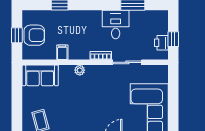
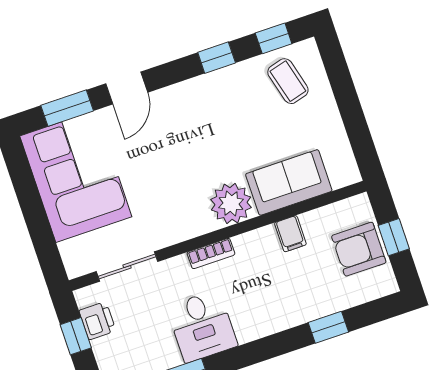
sliding door: (127, 62) -> (127, 267), moved
plant: (80, 70) -> (231, 204), width x1.88, depth x1.88
sofa: (40, 75) -> (289, 182), moved

